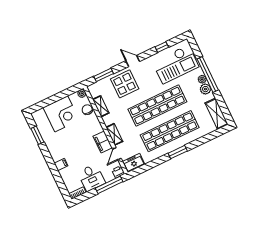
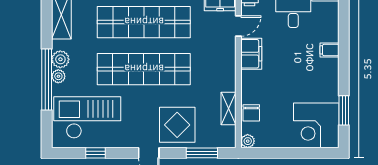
corner desk: (61, 114) -> (316, 125), moved, turned -90
shelving: (114, 134) -> (228, 57), removed

